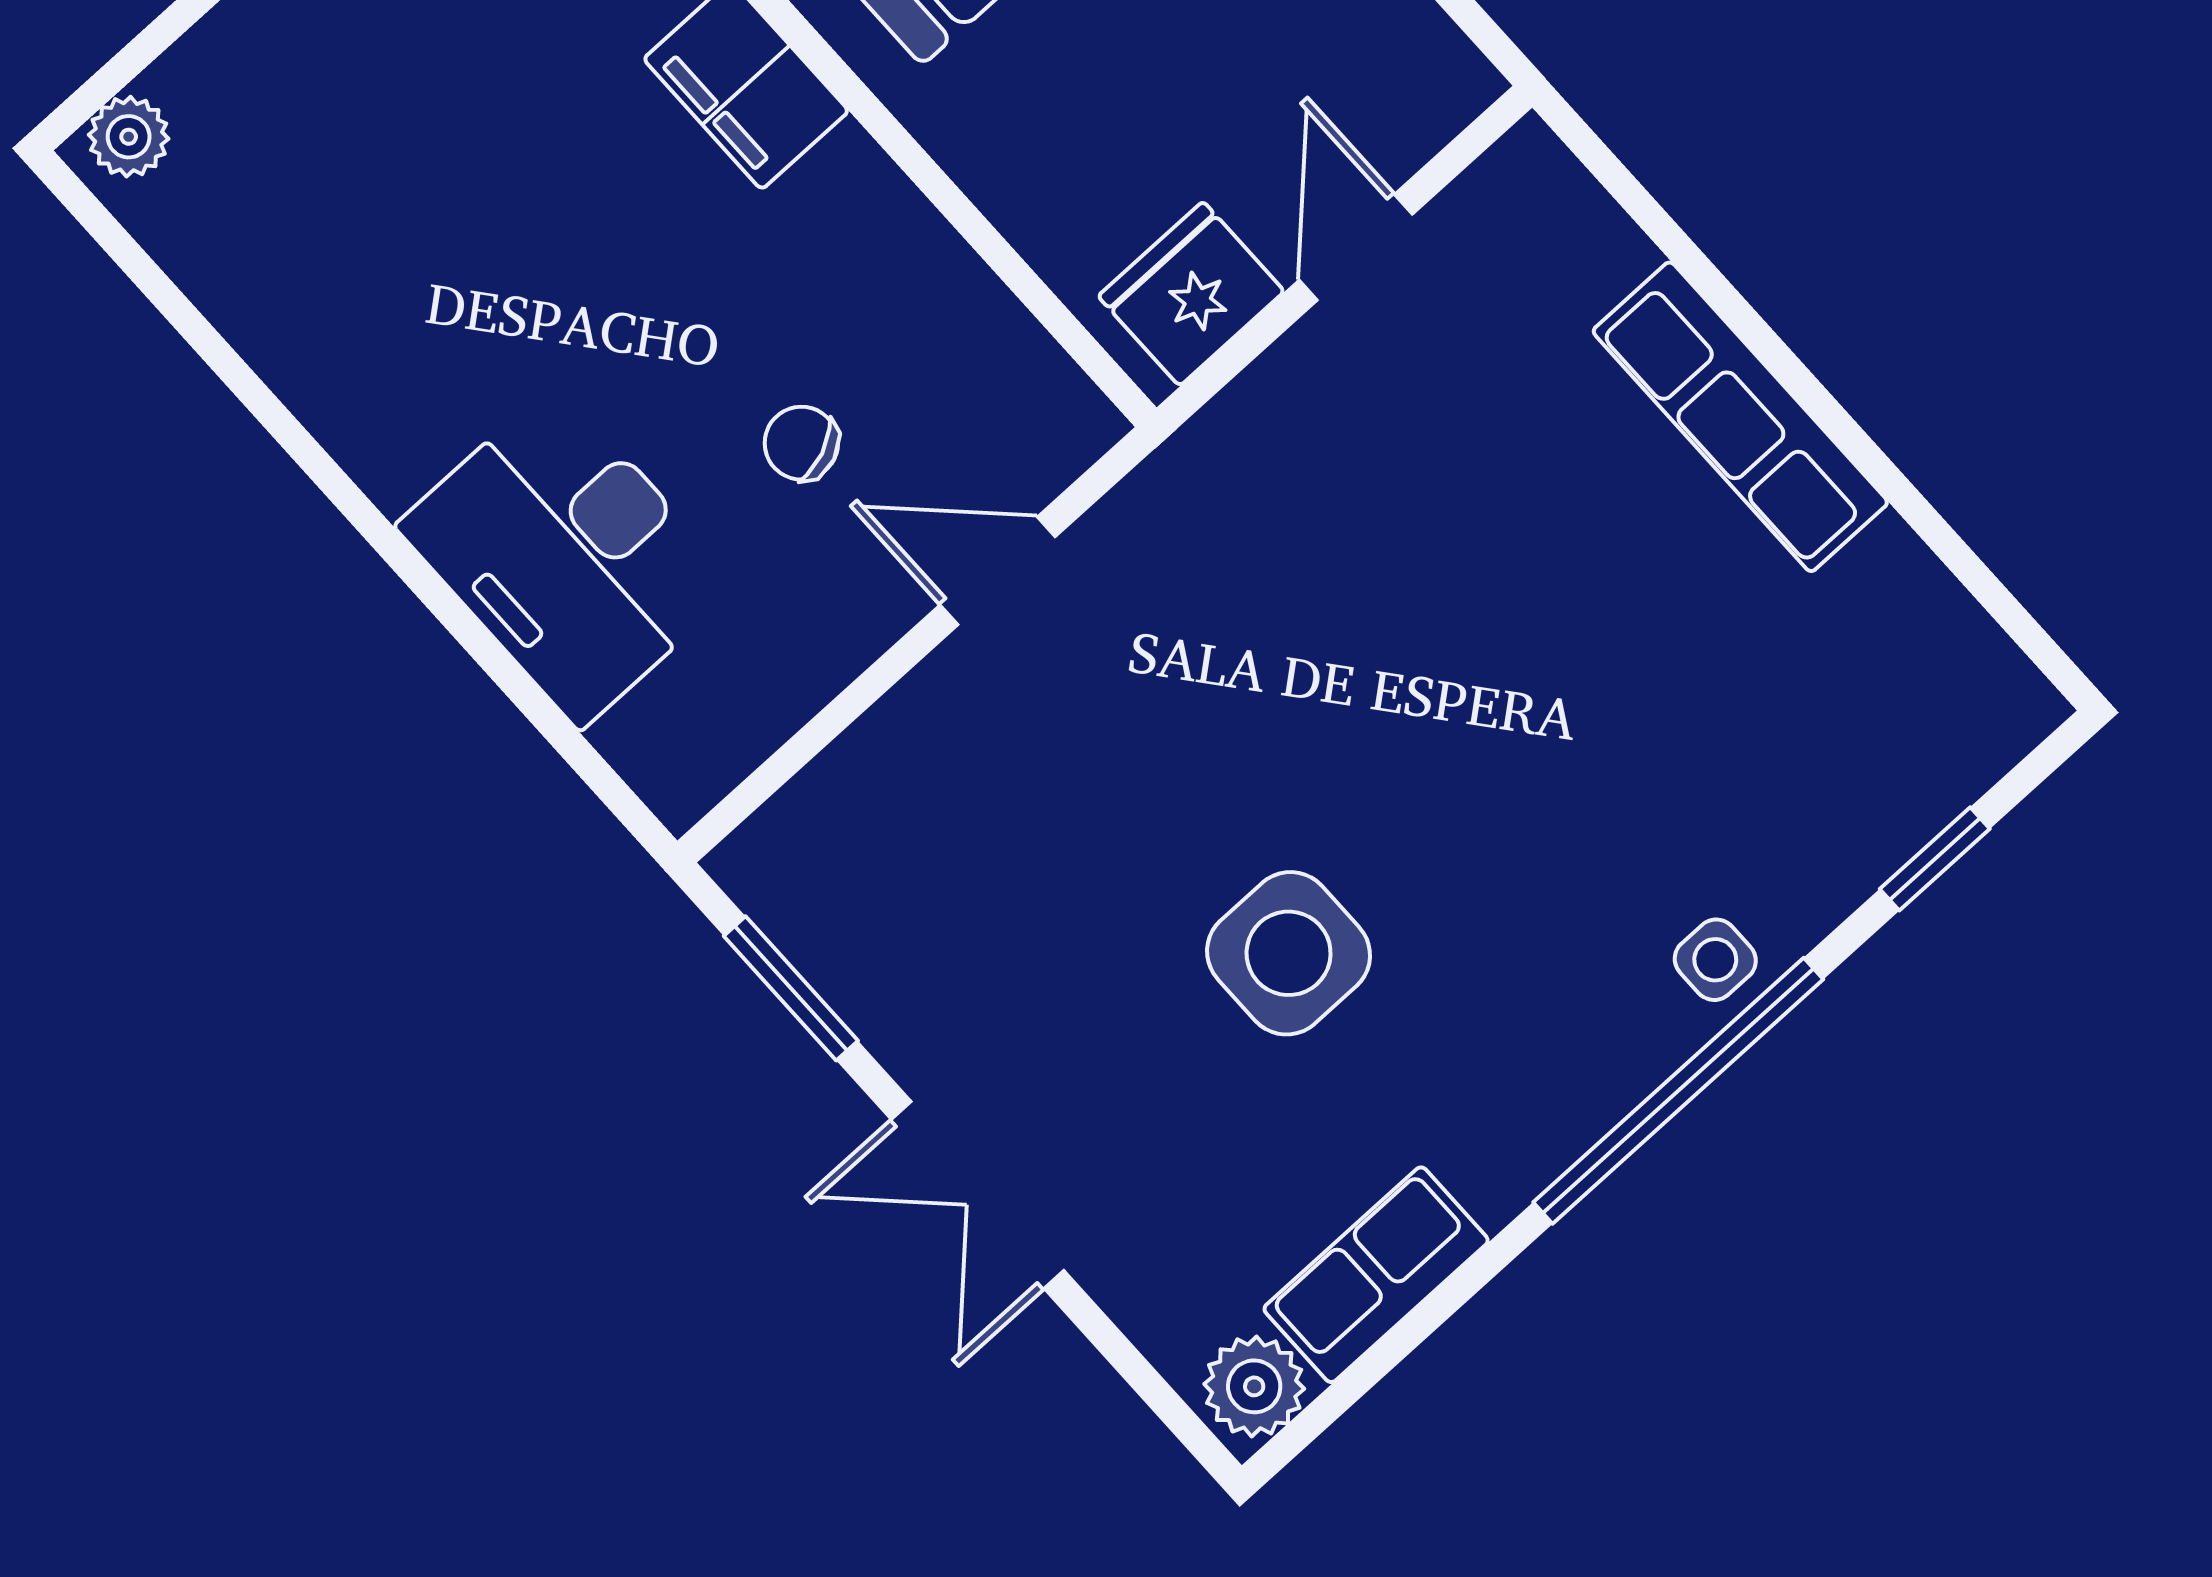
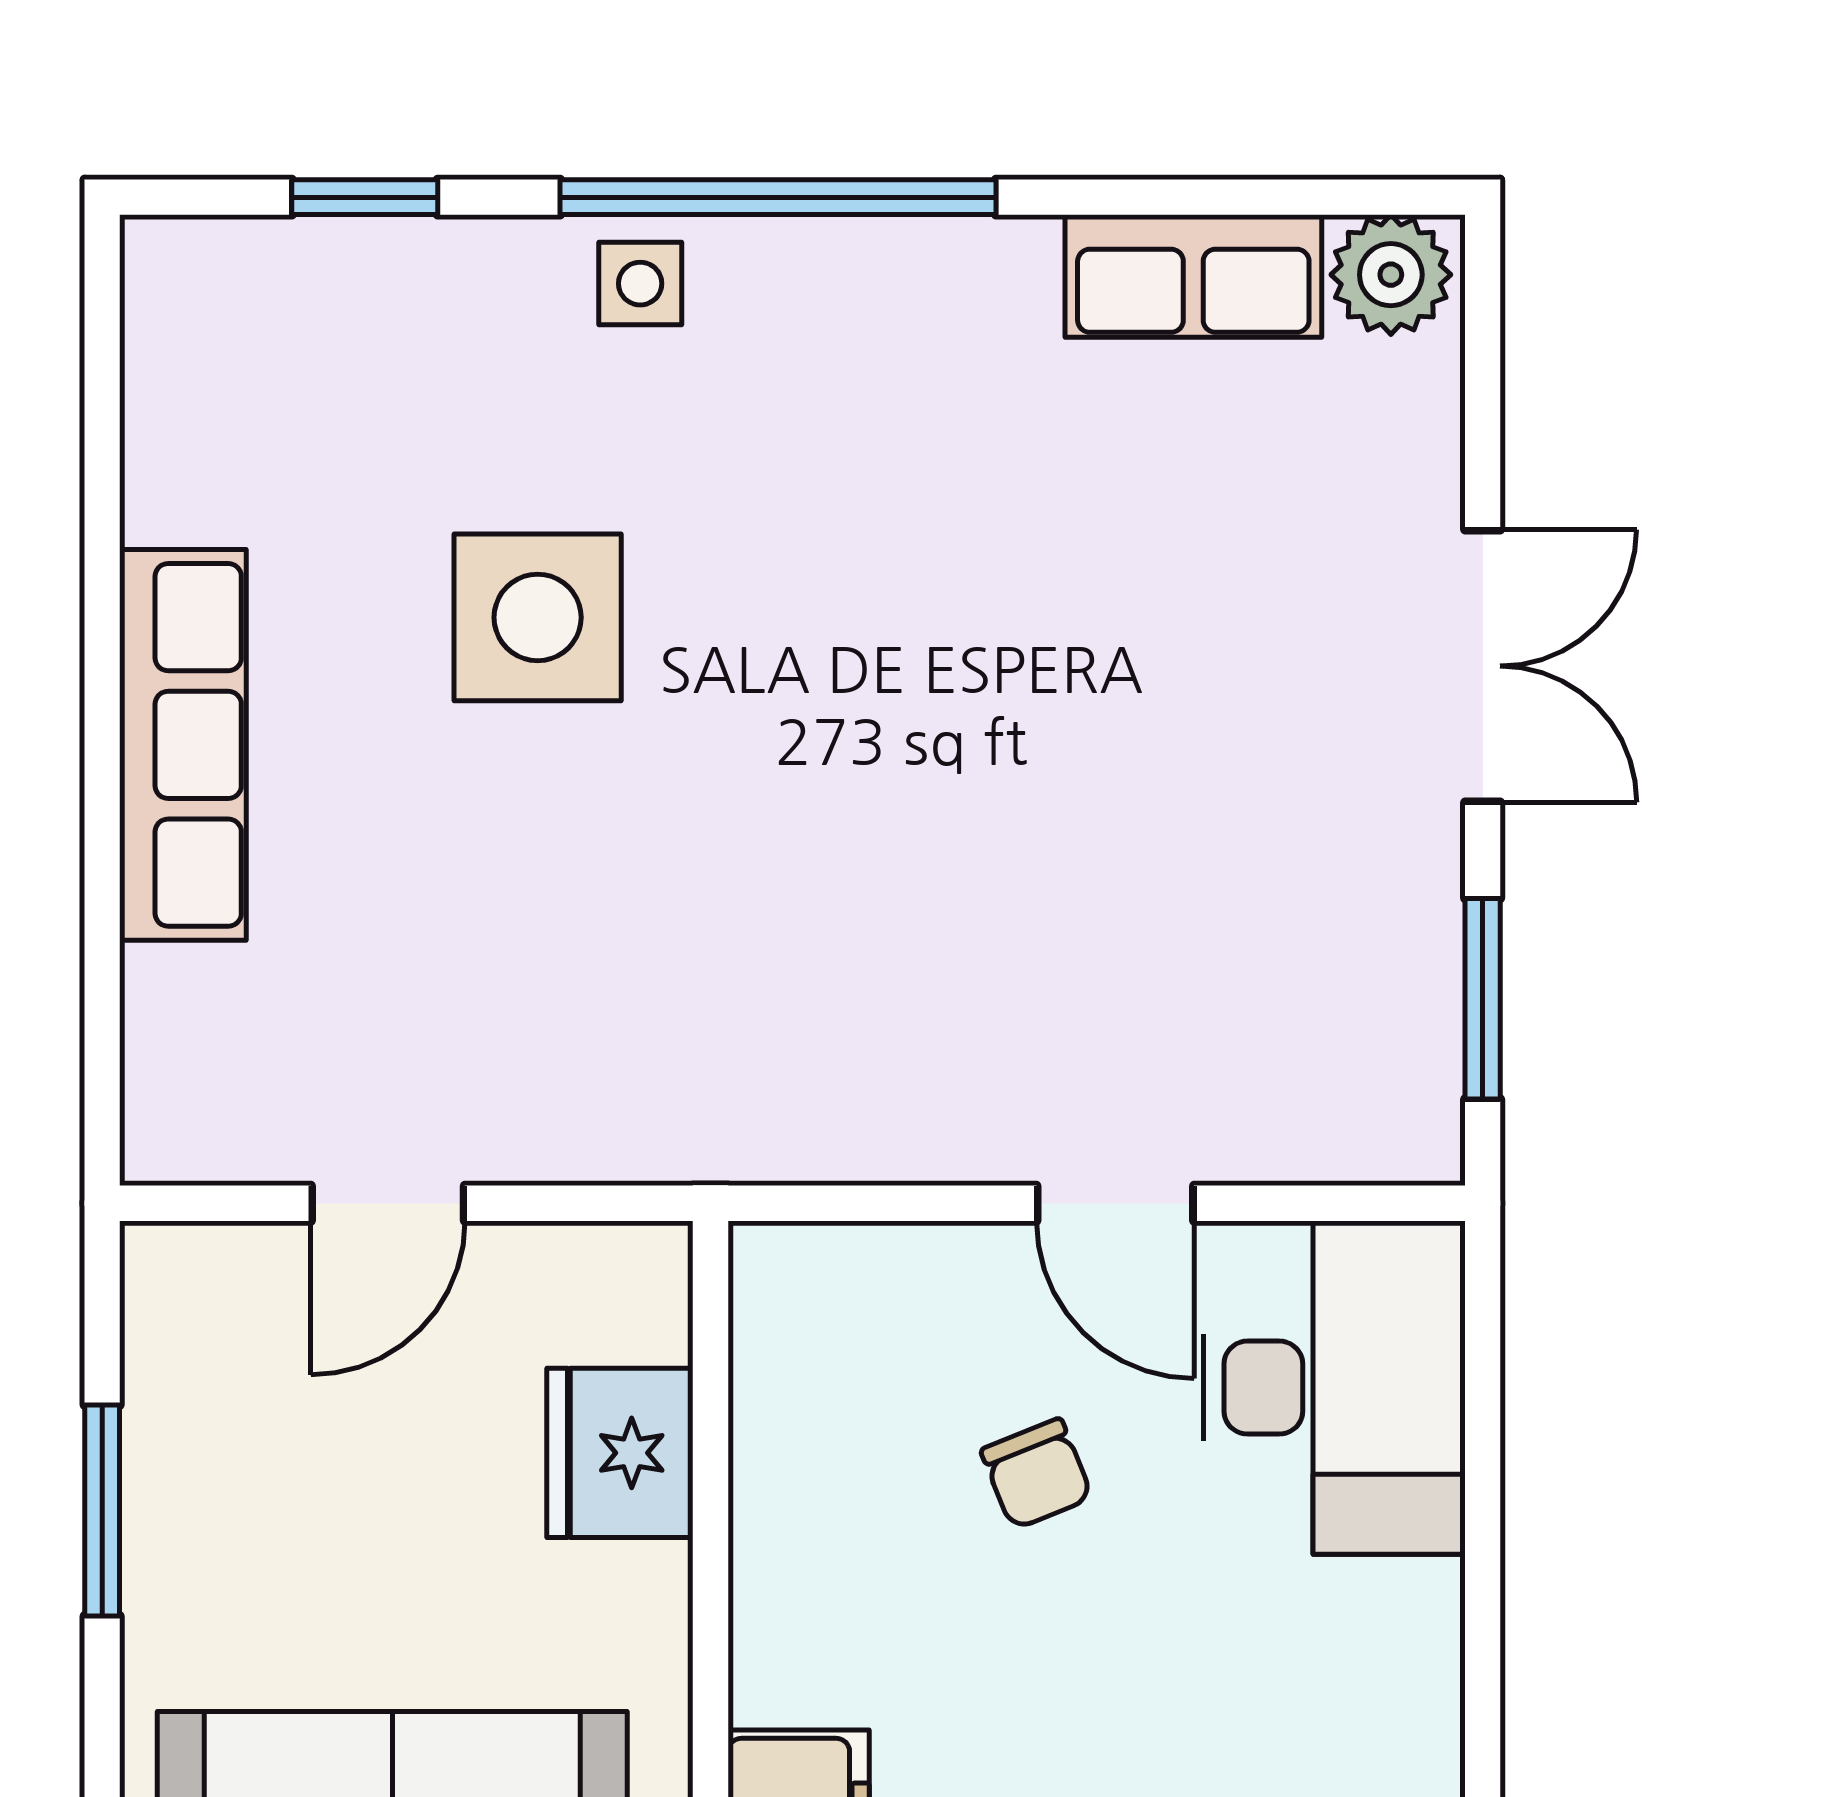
fridge: (1191, 294) -> (620, 1453), moved, turned 90
desk: (568, 556) -> (1334, 1388), moved
door: (998, 571) -> (1115, 1203), moved
side table: (1289, 953) -> (538, 617), moved

